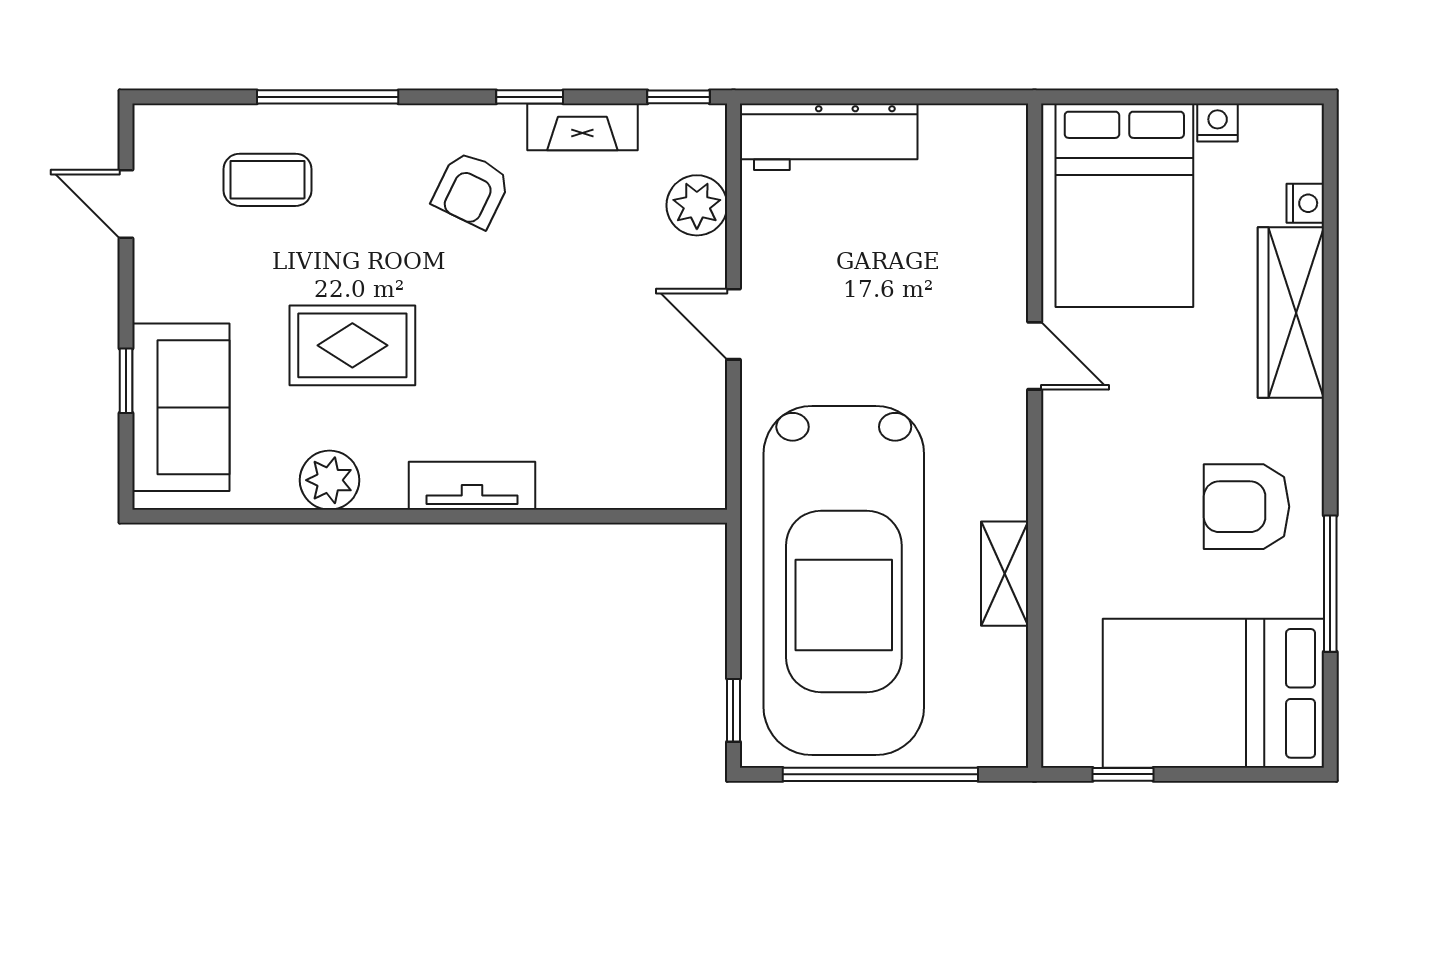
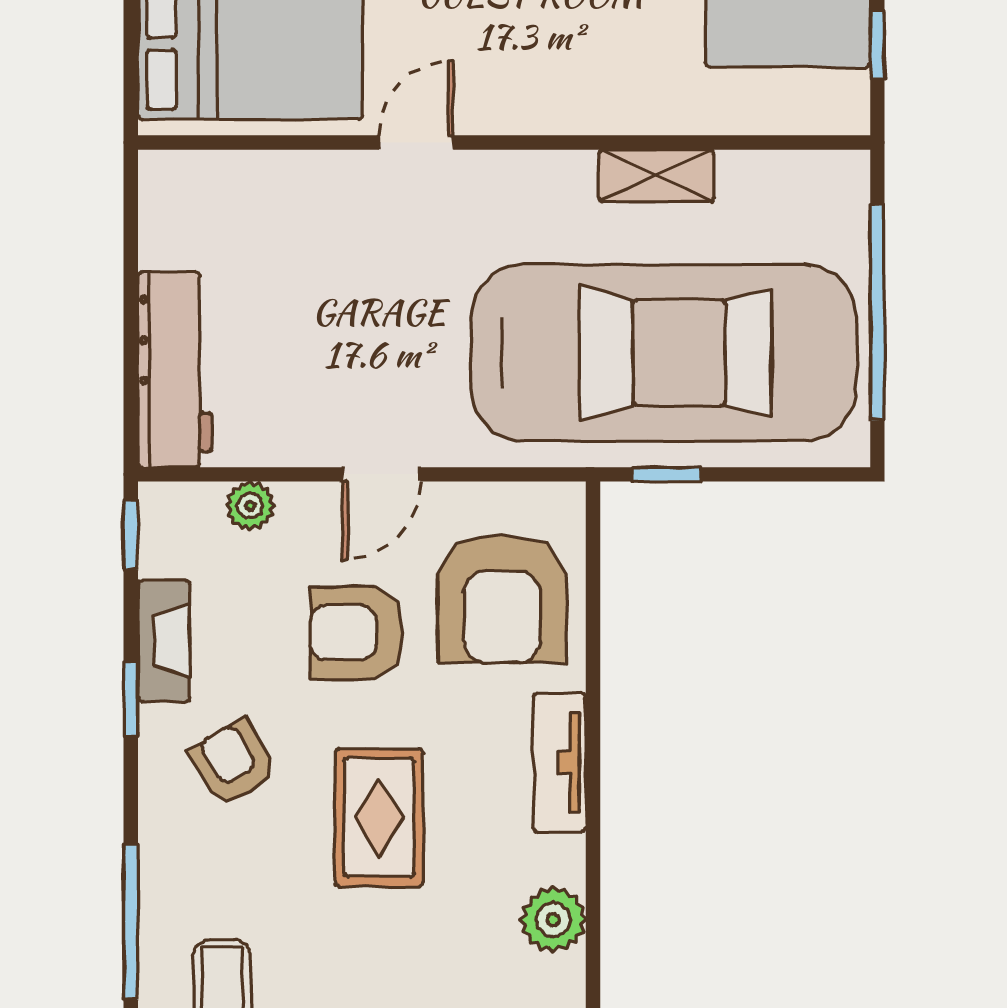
armchair: (471, 190) -> (233, 763), turned -146
plant: (697, 205) -> (250, 506), width x0.73, depth x0.73
armchair: (590, 302) -> (356, 633), added
rug: (352, 345) -> (379, 818), moved
armchair: (621, 434) -> (502, 599), added
window: (733, 710) -> (667, 474), moved

